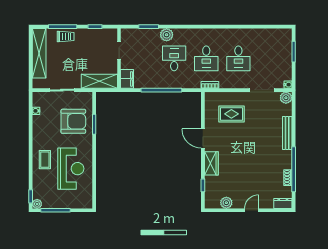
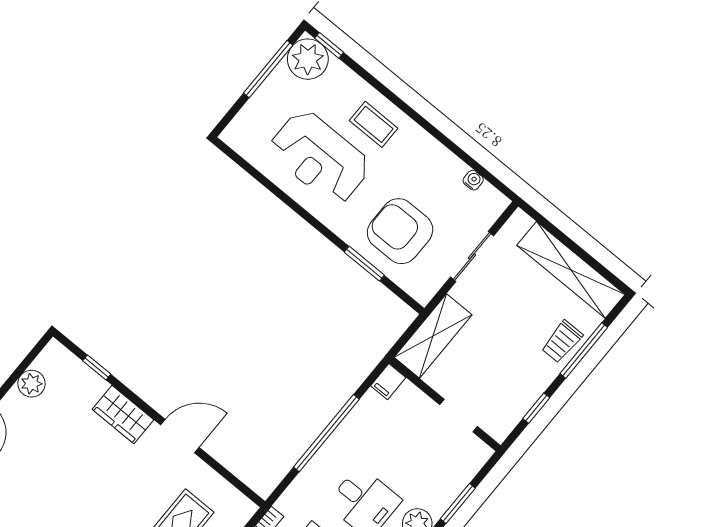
filing cabinet: (127, 79) -> (388, 382), width x0.50
armchair: (73, 121) -> (400, 231), turned 90
plant: (37, 204) -> (308, 59), width x1.87, depth x1.87

